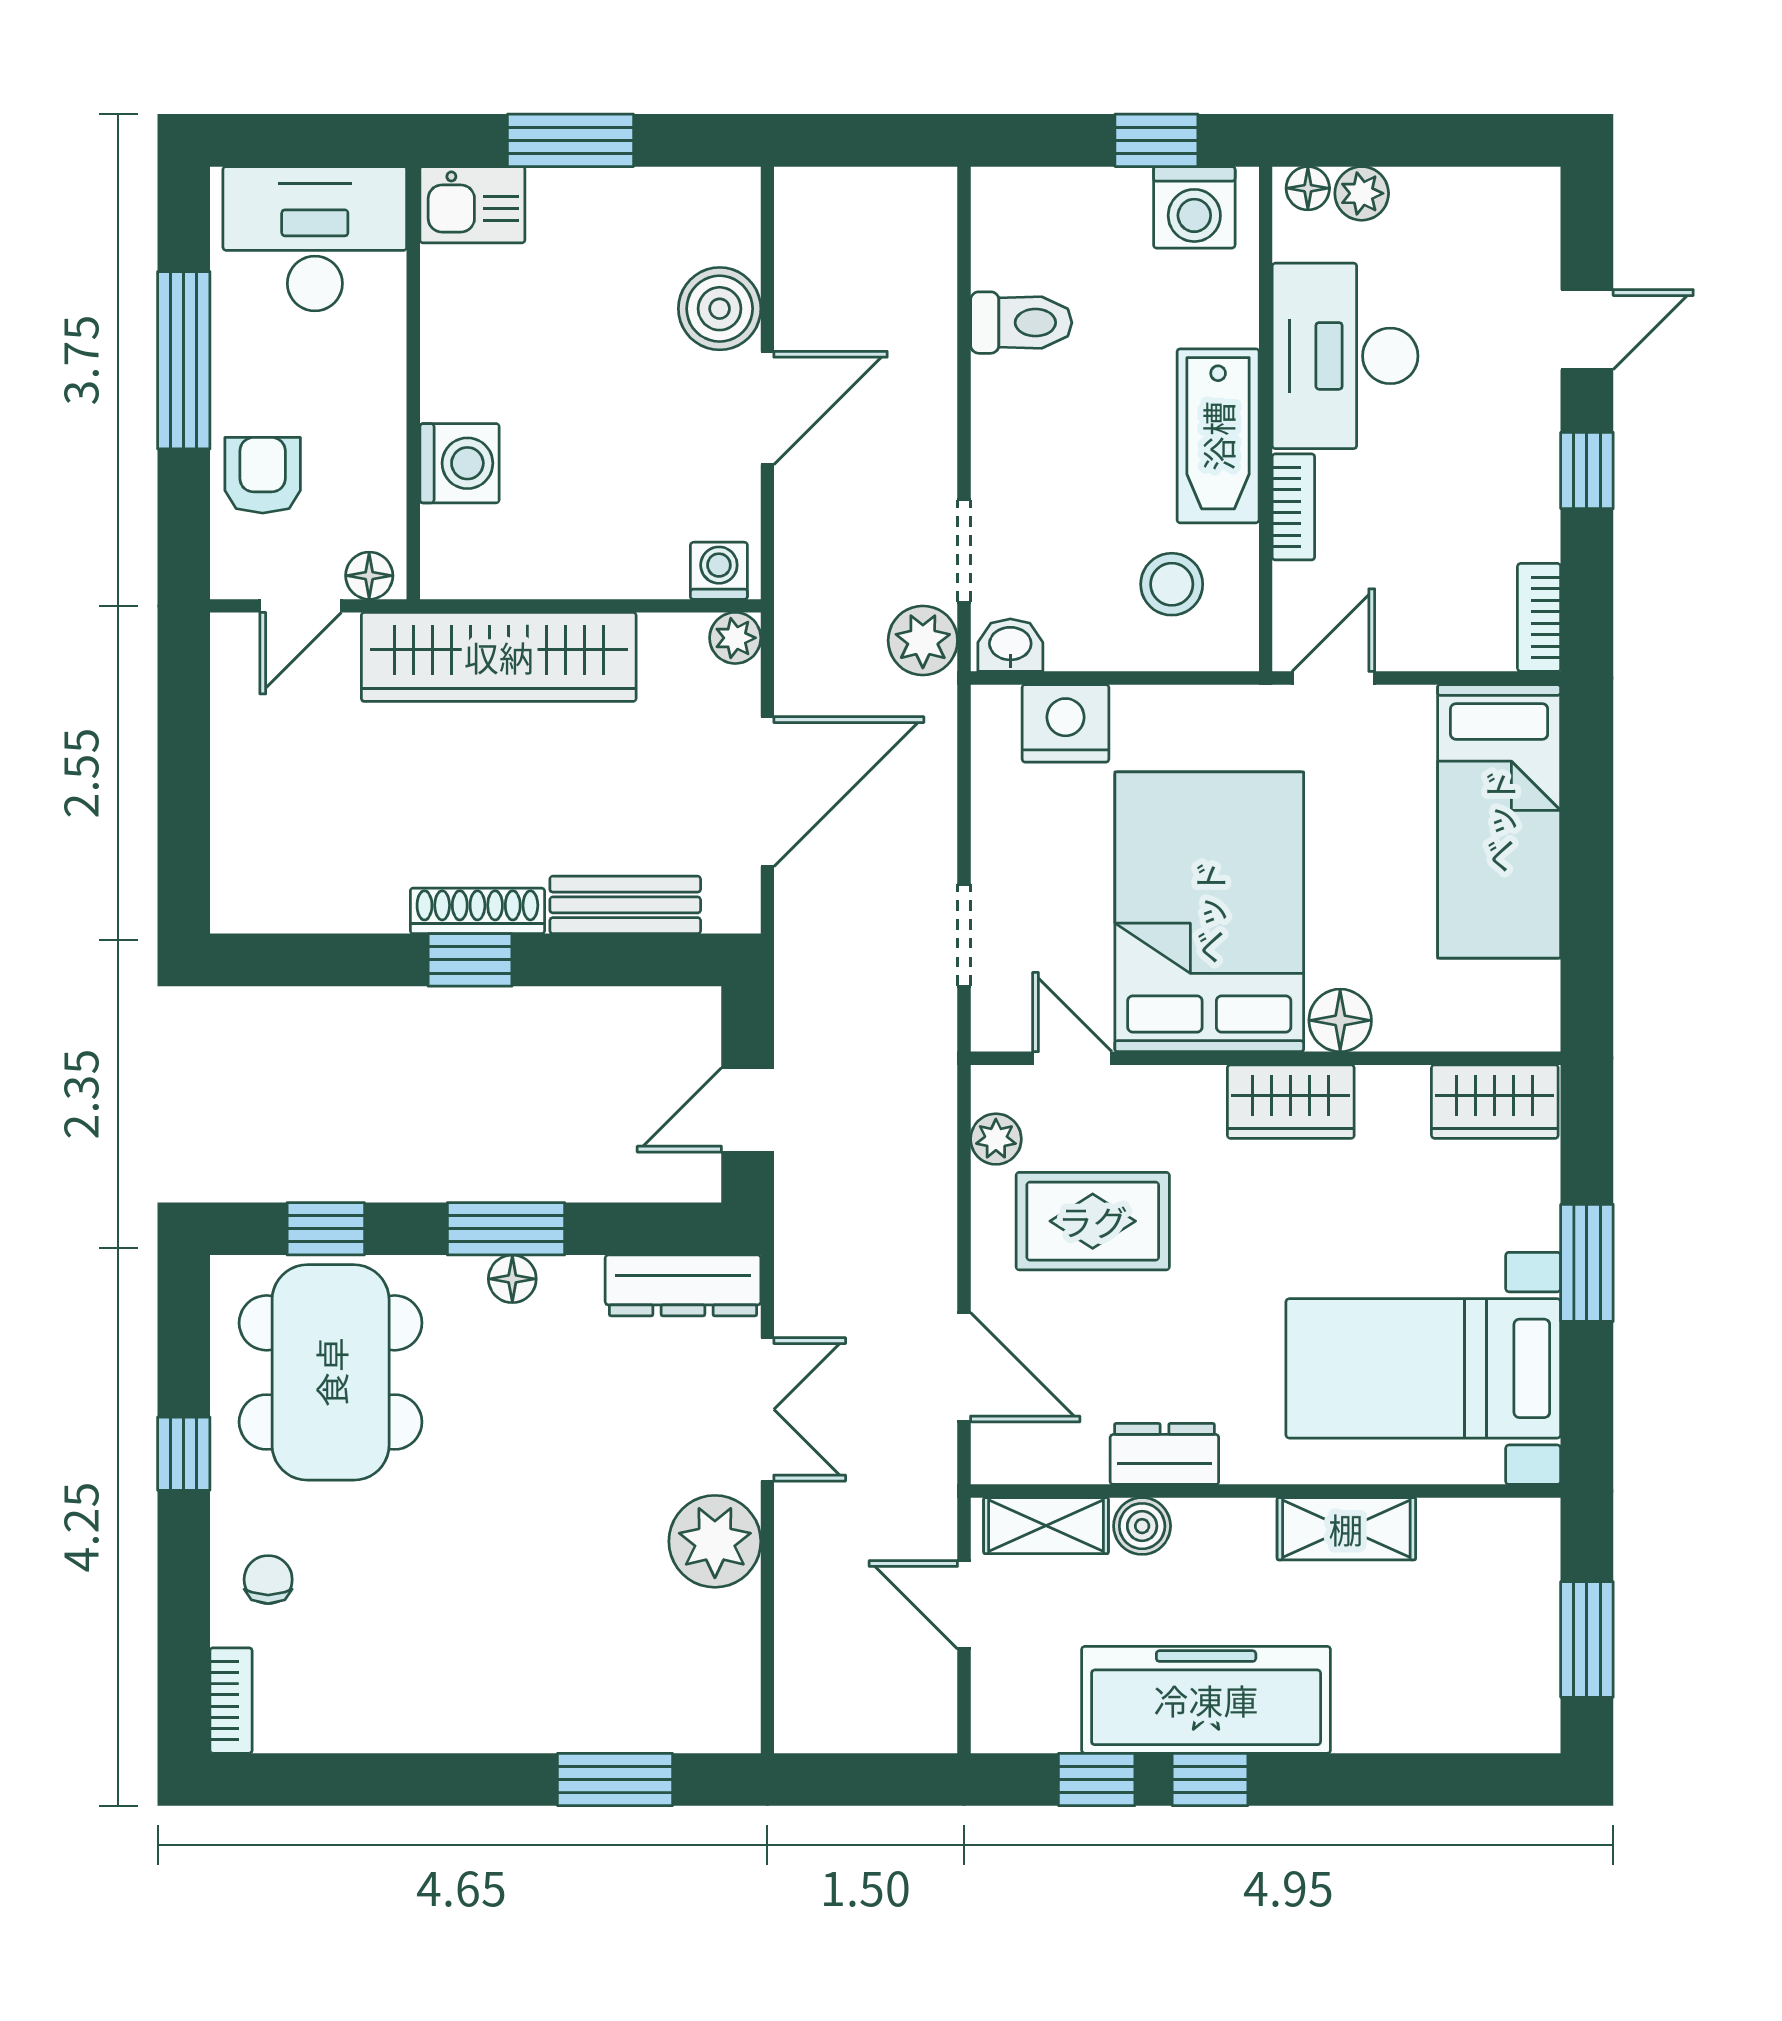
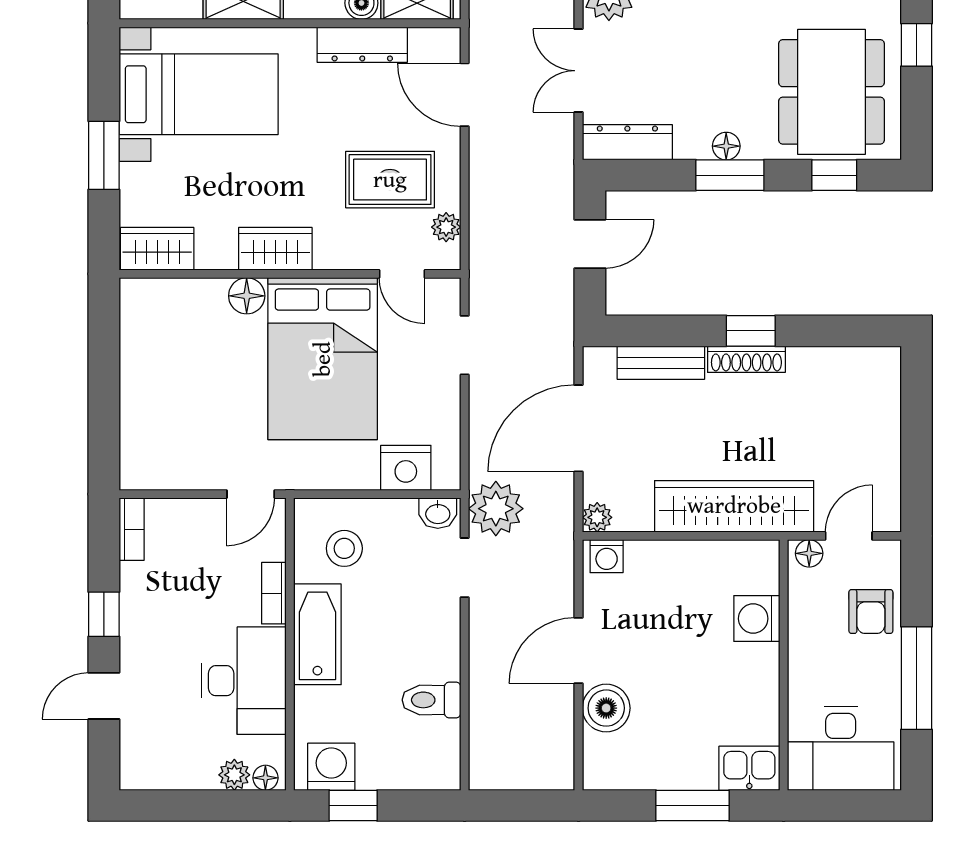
plant: (923, 640) -> (496, 509), width x1.36, depth x1.36
bed: (1499, 821) -> (155, 411), removed
dresser: (1164, 1454) -> (362, 45), width x1.44

